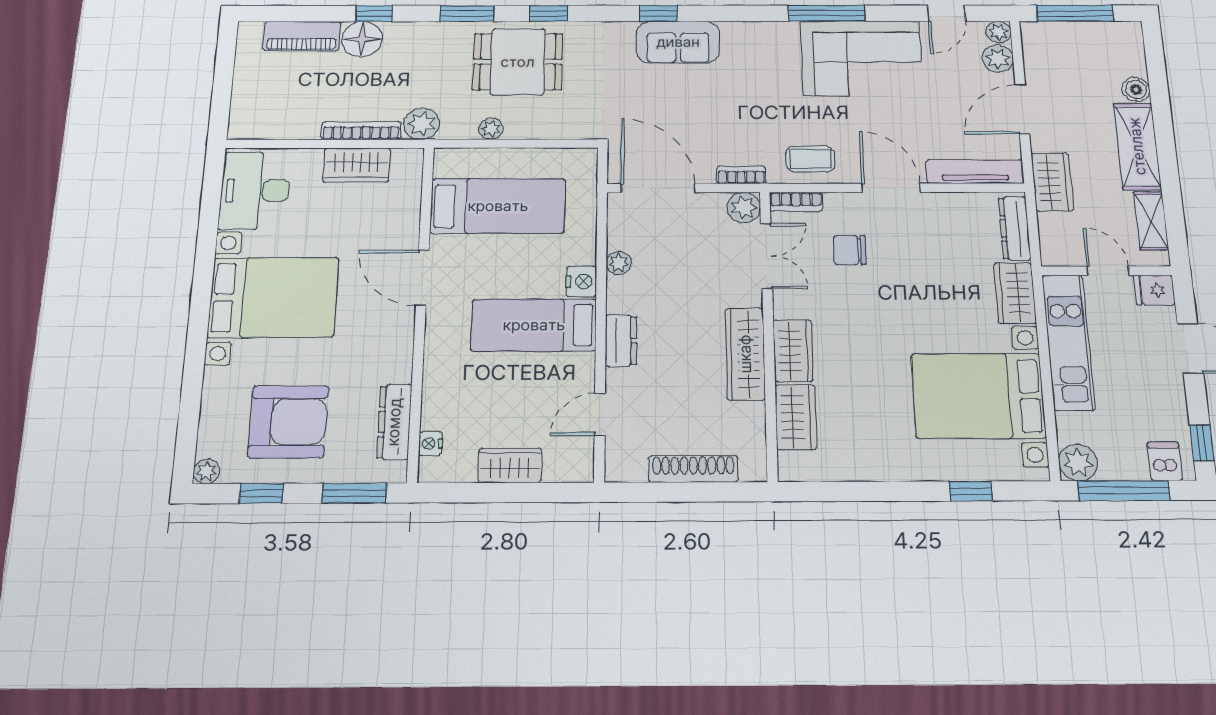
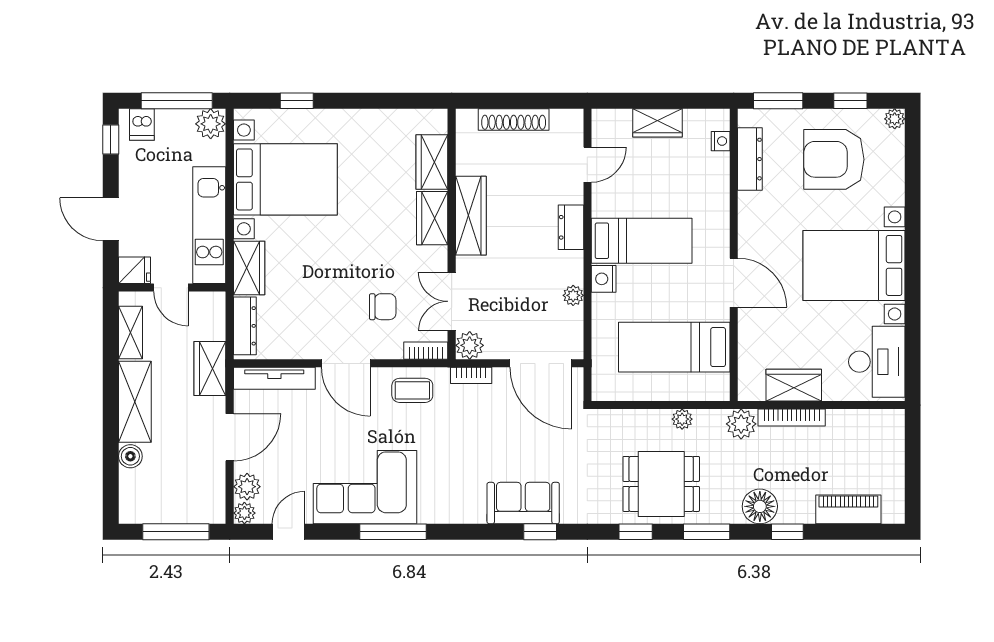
floor lamp: (362, 39) -> (760, 506), moved

